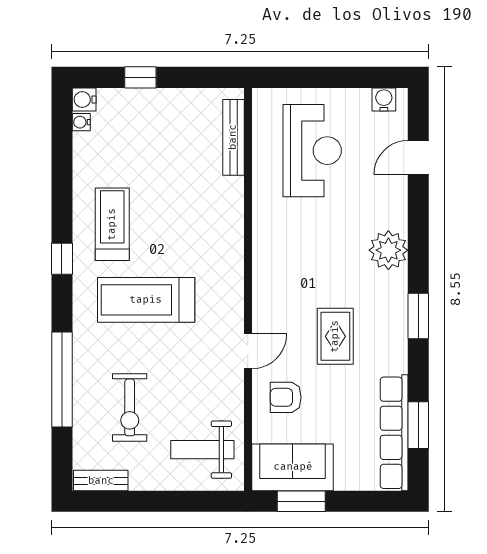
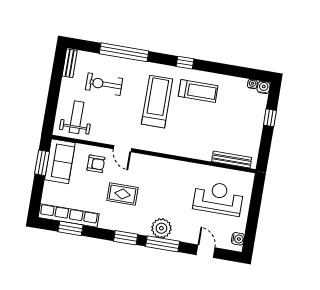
reception desk: (312, 151) -> (218, 198), turned 180
window: (418, 243) -> (163, 244), added
armchair: (286, 397) -> (96, 164), turned 90

